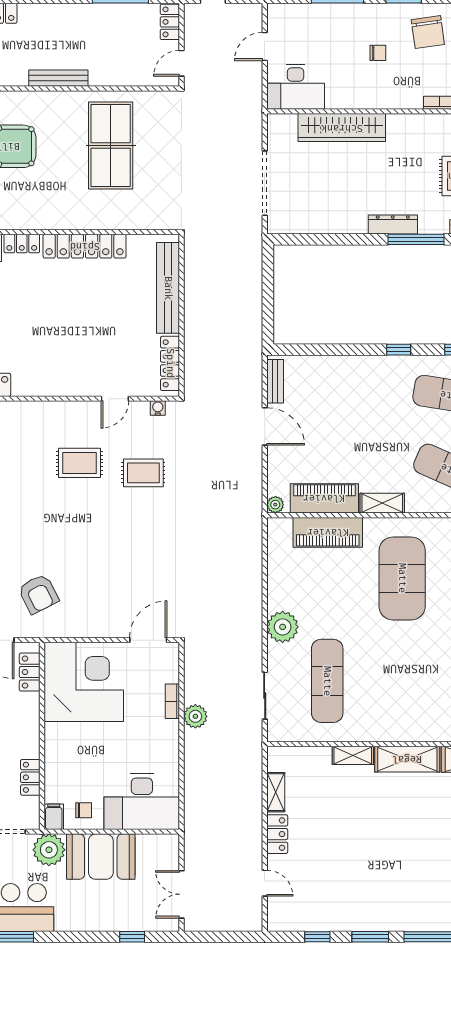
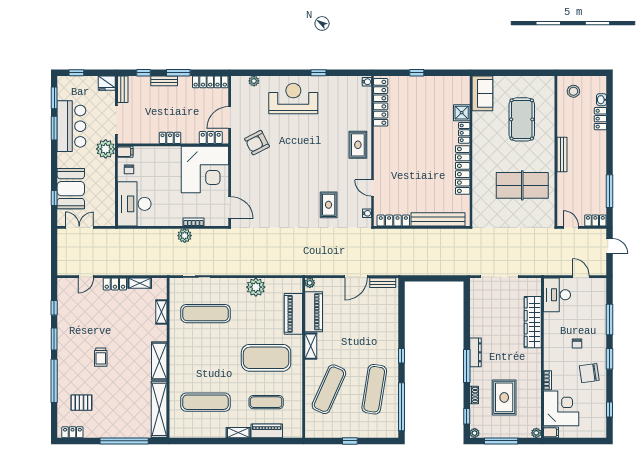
rug: (80, 463) -> (358, 145), moved
plant: (283, 627) -> (256, 287), moved
shelving: (353, 755) -> (161, 312), moved
locker: (30, 777) -> (170, 138), moved
booth: (101, 857) -> (71, 189), moved
trolley: (401, 858) -> (101, 357), added

